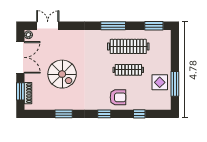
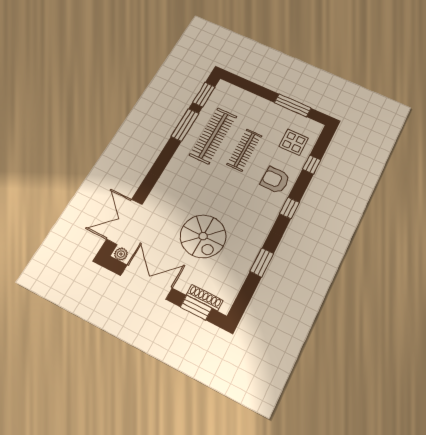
double door: (48, 26) -> (125, 222), width x1.37
window: (113, 26) -> (185, 125), moved
spiral stairs: (62, 74) -> (203, 236), turned 90
display table: (160, 82) -> (294, 142), moved
armchair: (118, 97) -> (275, 180), turned -90

